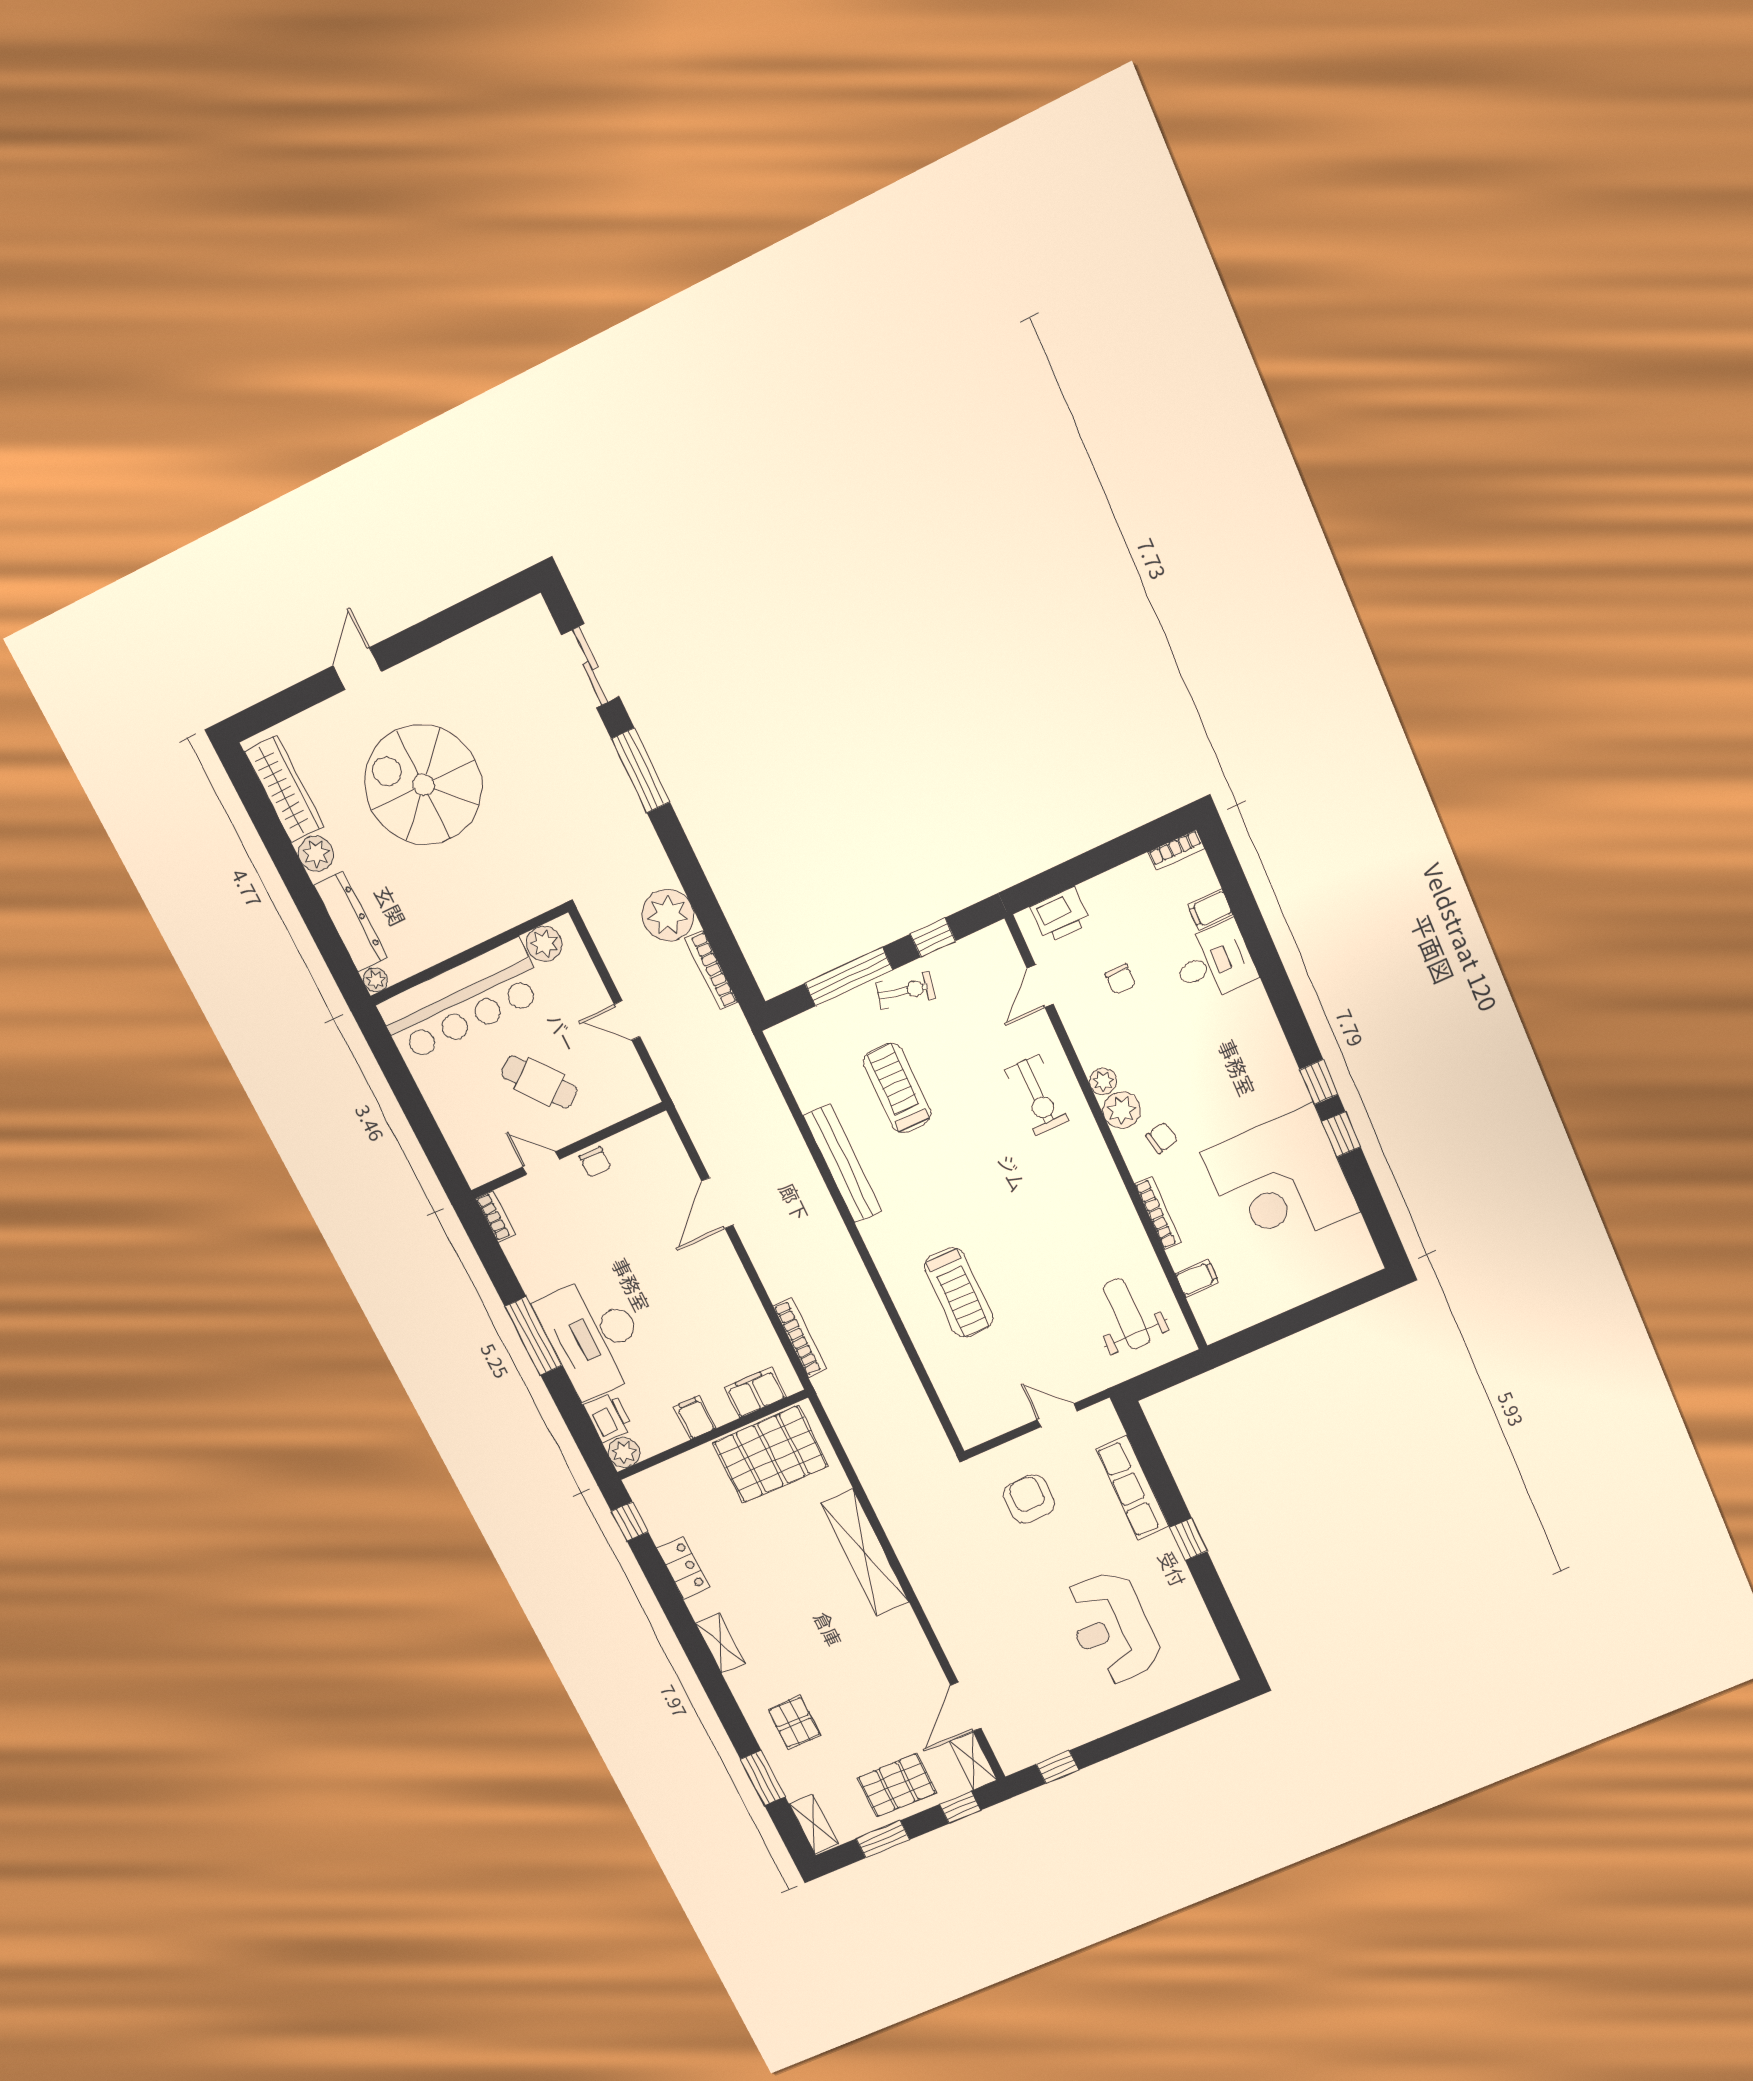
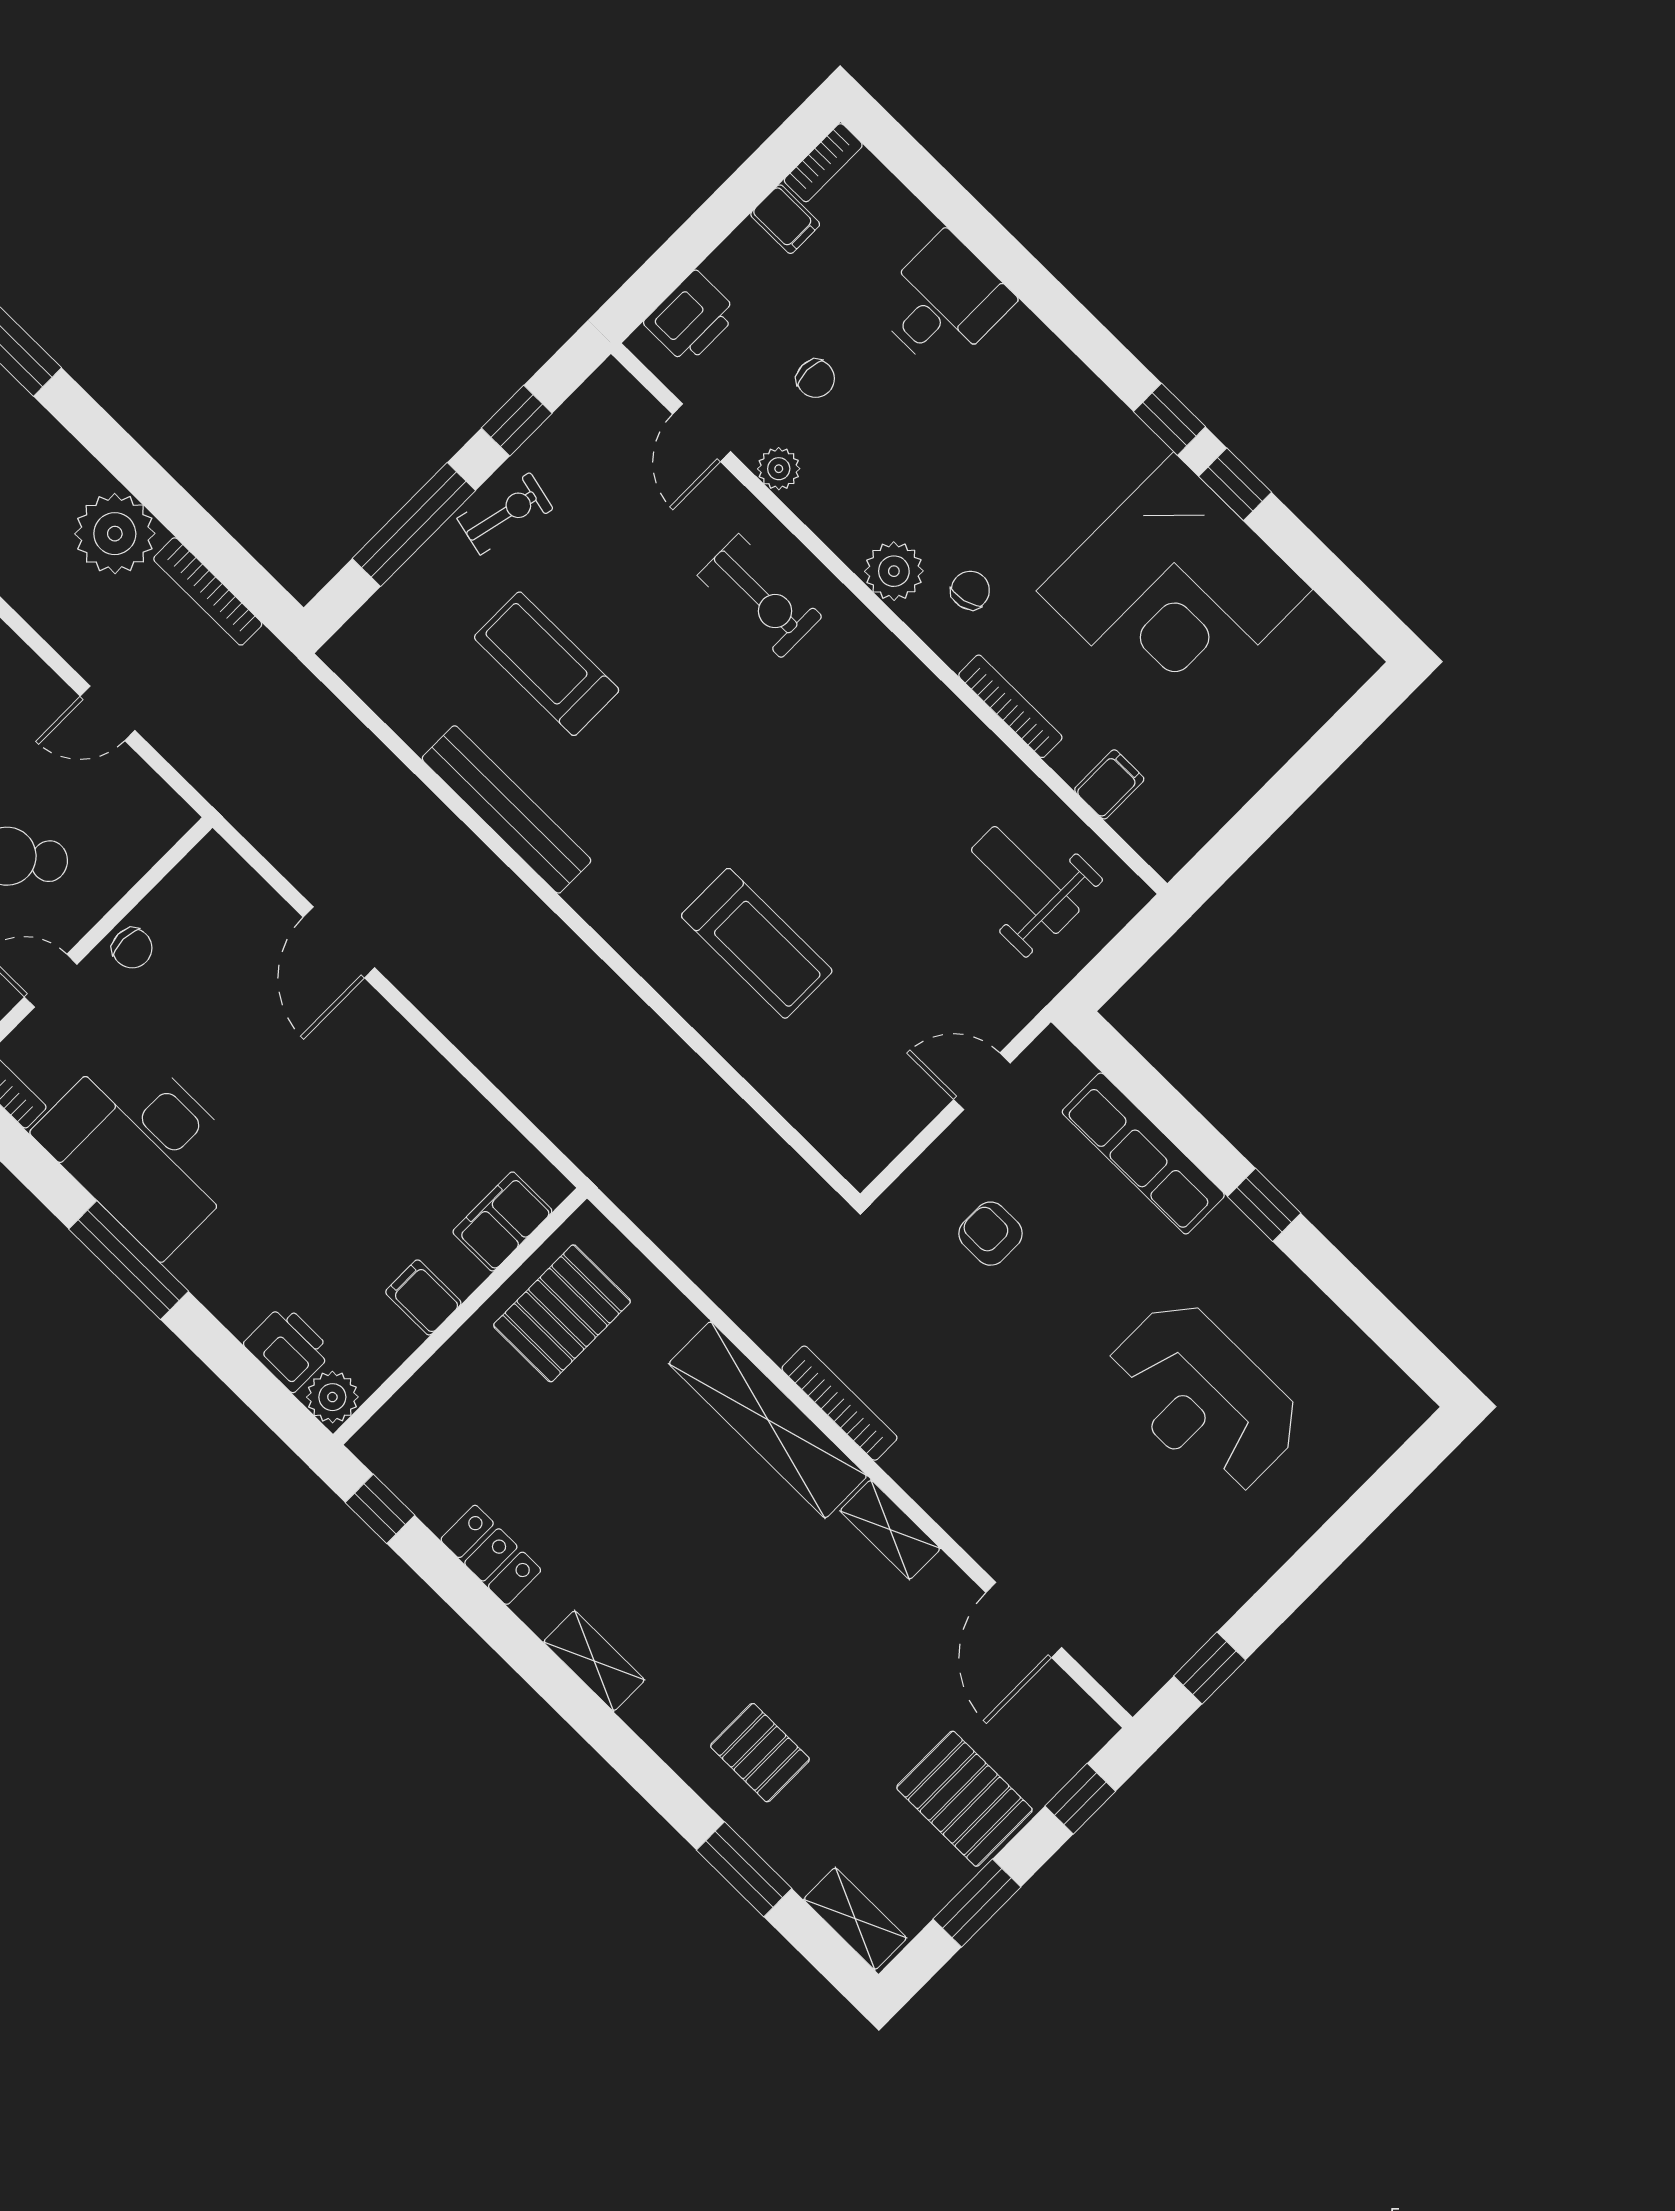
filing cabinet: (1210, 909) -> (785, 219), moved, turned -90
plant: (1103, 1081) -> (779, 469), moved
desk: (594, 1336) -> (144, 1149), moved
bookcase: (800, 1337) -> (840, 1403), moved
pallet: (771, 1454) -> (562, 1313), width x0.73, depth x0.71
armchair: (1029, 1499) -> (991, 1234), width x0.72, depth x0.72
shelving: (973, 1761) -> (890, 1530), moved
pallet: (897, 1785) -> (964, 1799), turned 90

